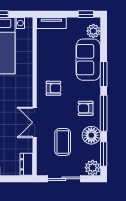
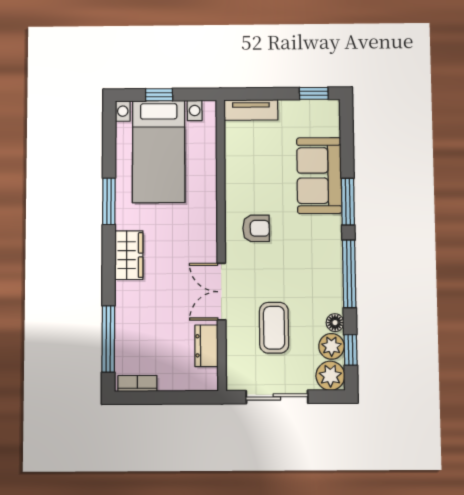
plant: (93, 31) -> (332, 346), moved
armchair: (86, 108) -> (316, 265), removed
floor lamp: (91, 135) -> (335, 323), width x0.53, depth x0.53
window: (104, 154) -> (351, 350), width x0.67
dresser: (26, 164) -> (206, 346), moved

